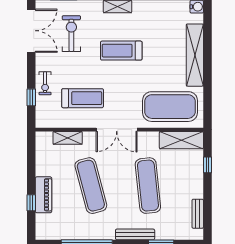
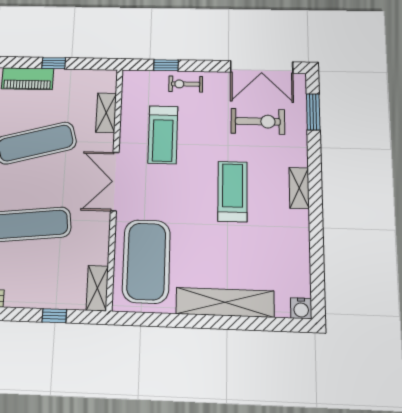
shelving: (181, 140) -> (97, 288), width x0.67, depth x0.75
window: (31, 203) -> (54, 63), moved

